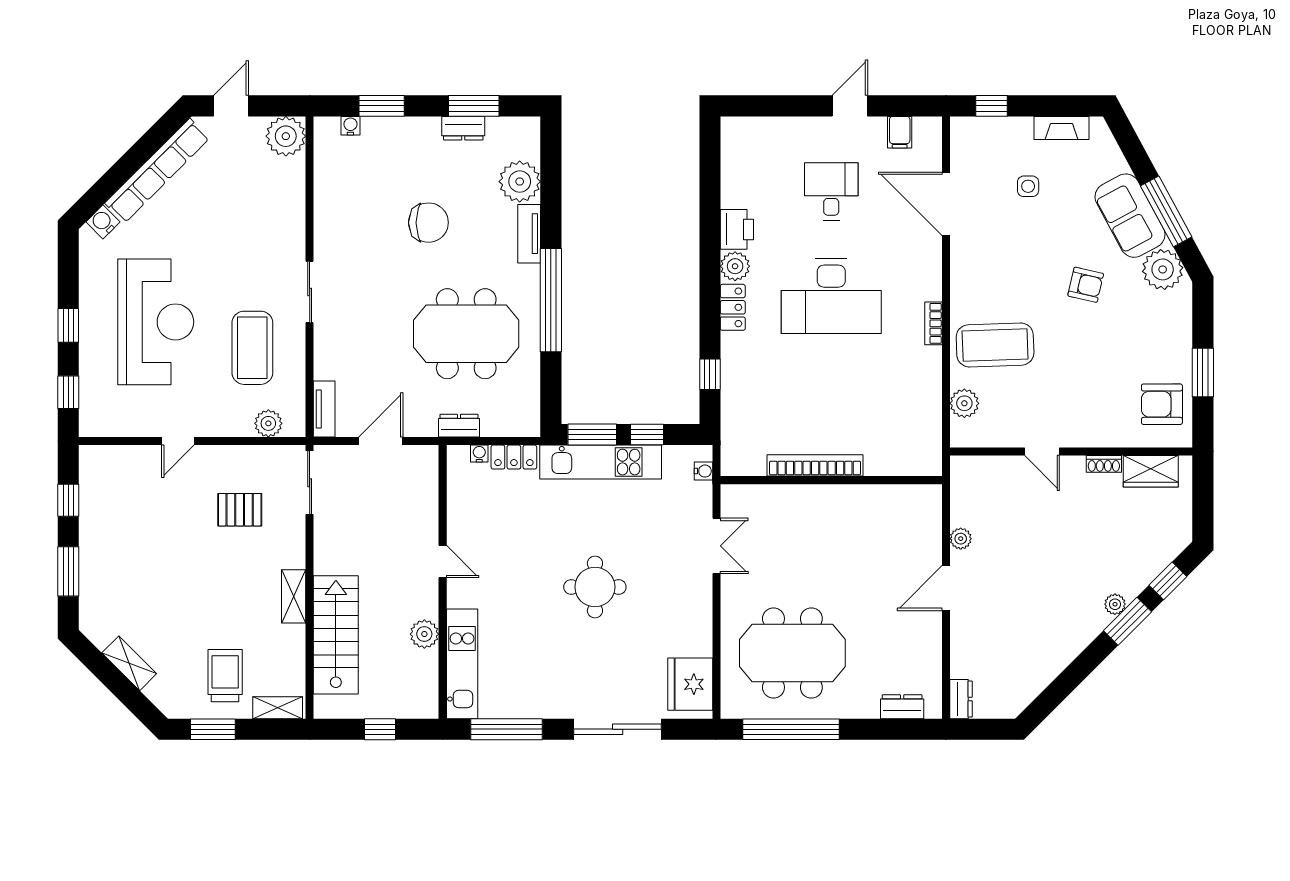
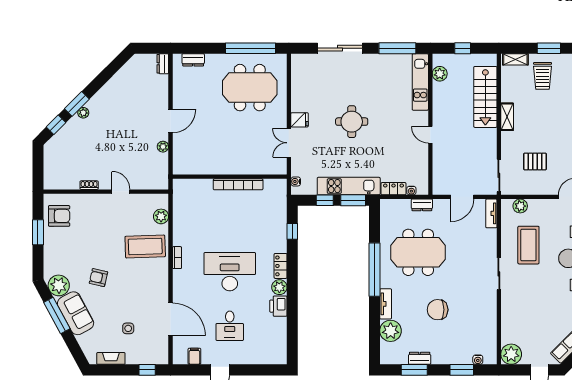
wardrobe: (1151, 471) -> (65, 181), removed
plant: (424, 634) -> (440, 74), moved
fridge: (690, 684) -> (300, 120), moved, width x0.53, depth x0.75

